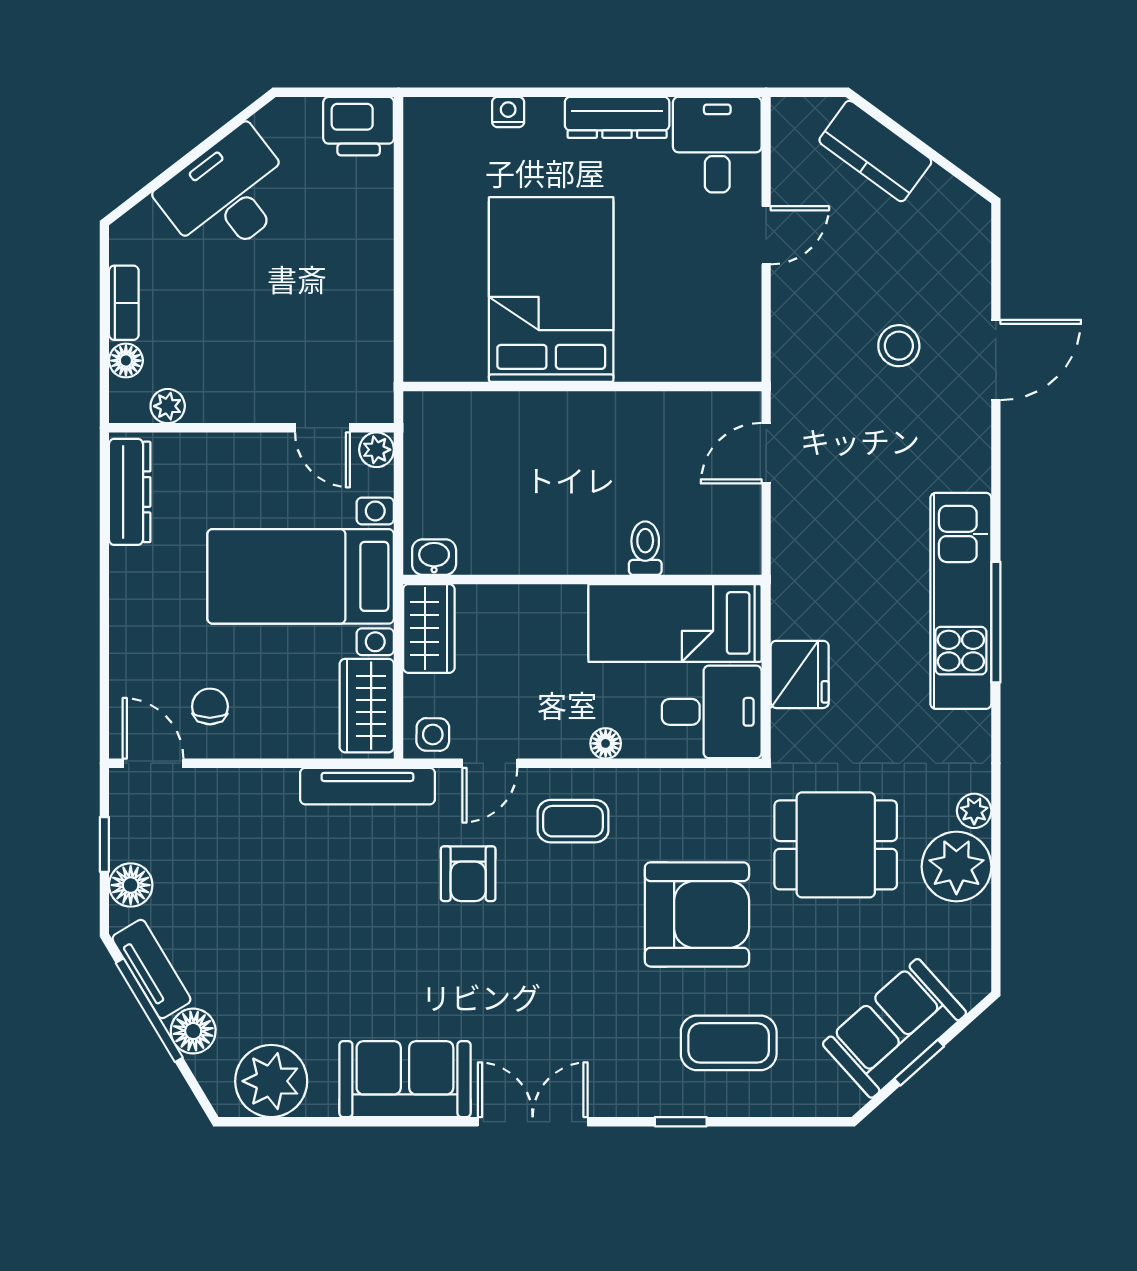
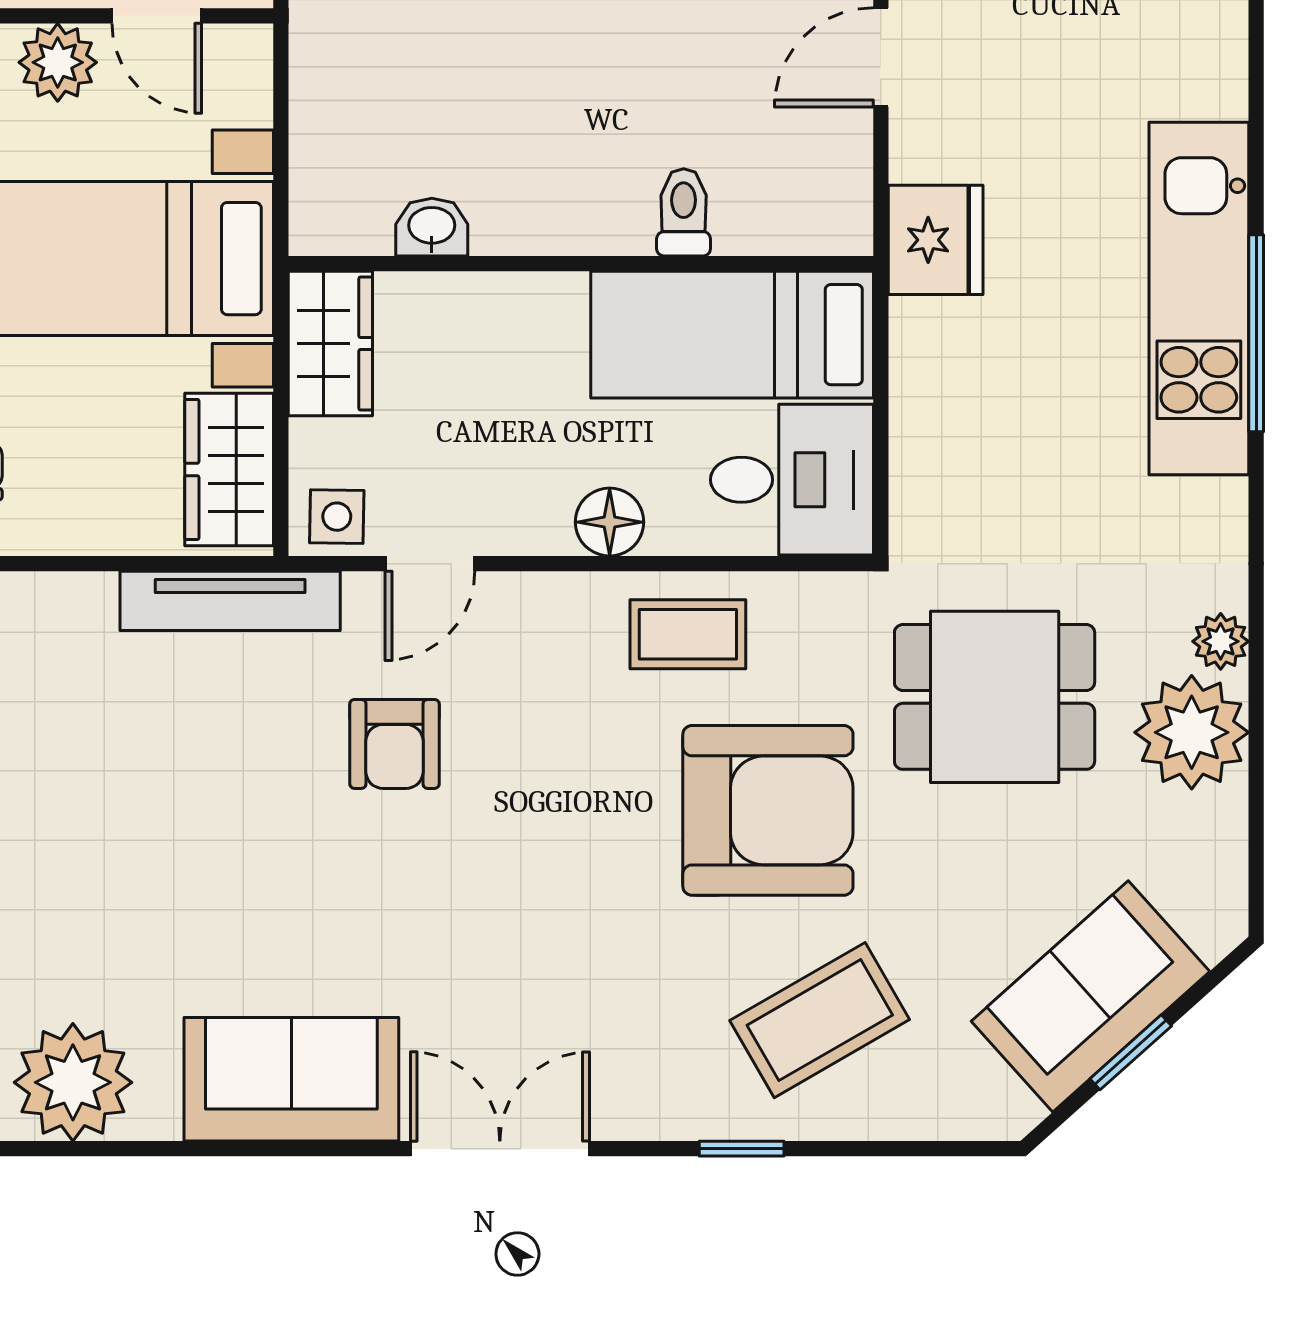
plant: (377, 450) -> (58, 62), moved, width x1.38, depth x1.38
washbasin: (434, 557) -> (432, 227), moved
fridge: (800, 674) -> (936, 240), moved
floor lamp: (606, 743) -> (610, 522), width x1.37, depth x1.37
coffee table: (573, 821) -> (688, 634), moved
coffee table: (729, 1043) -> (820, 1020), turned -30

